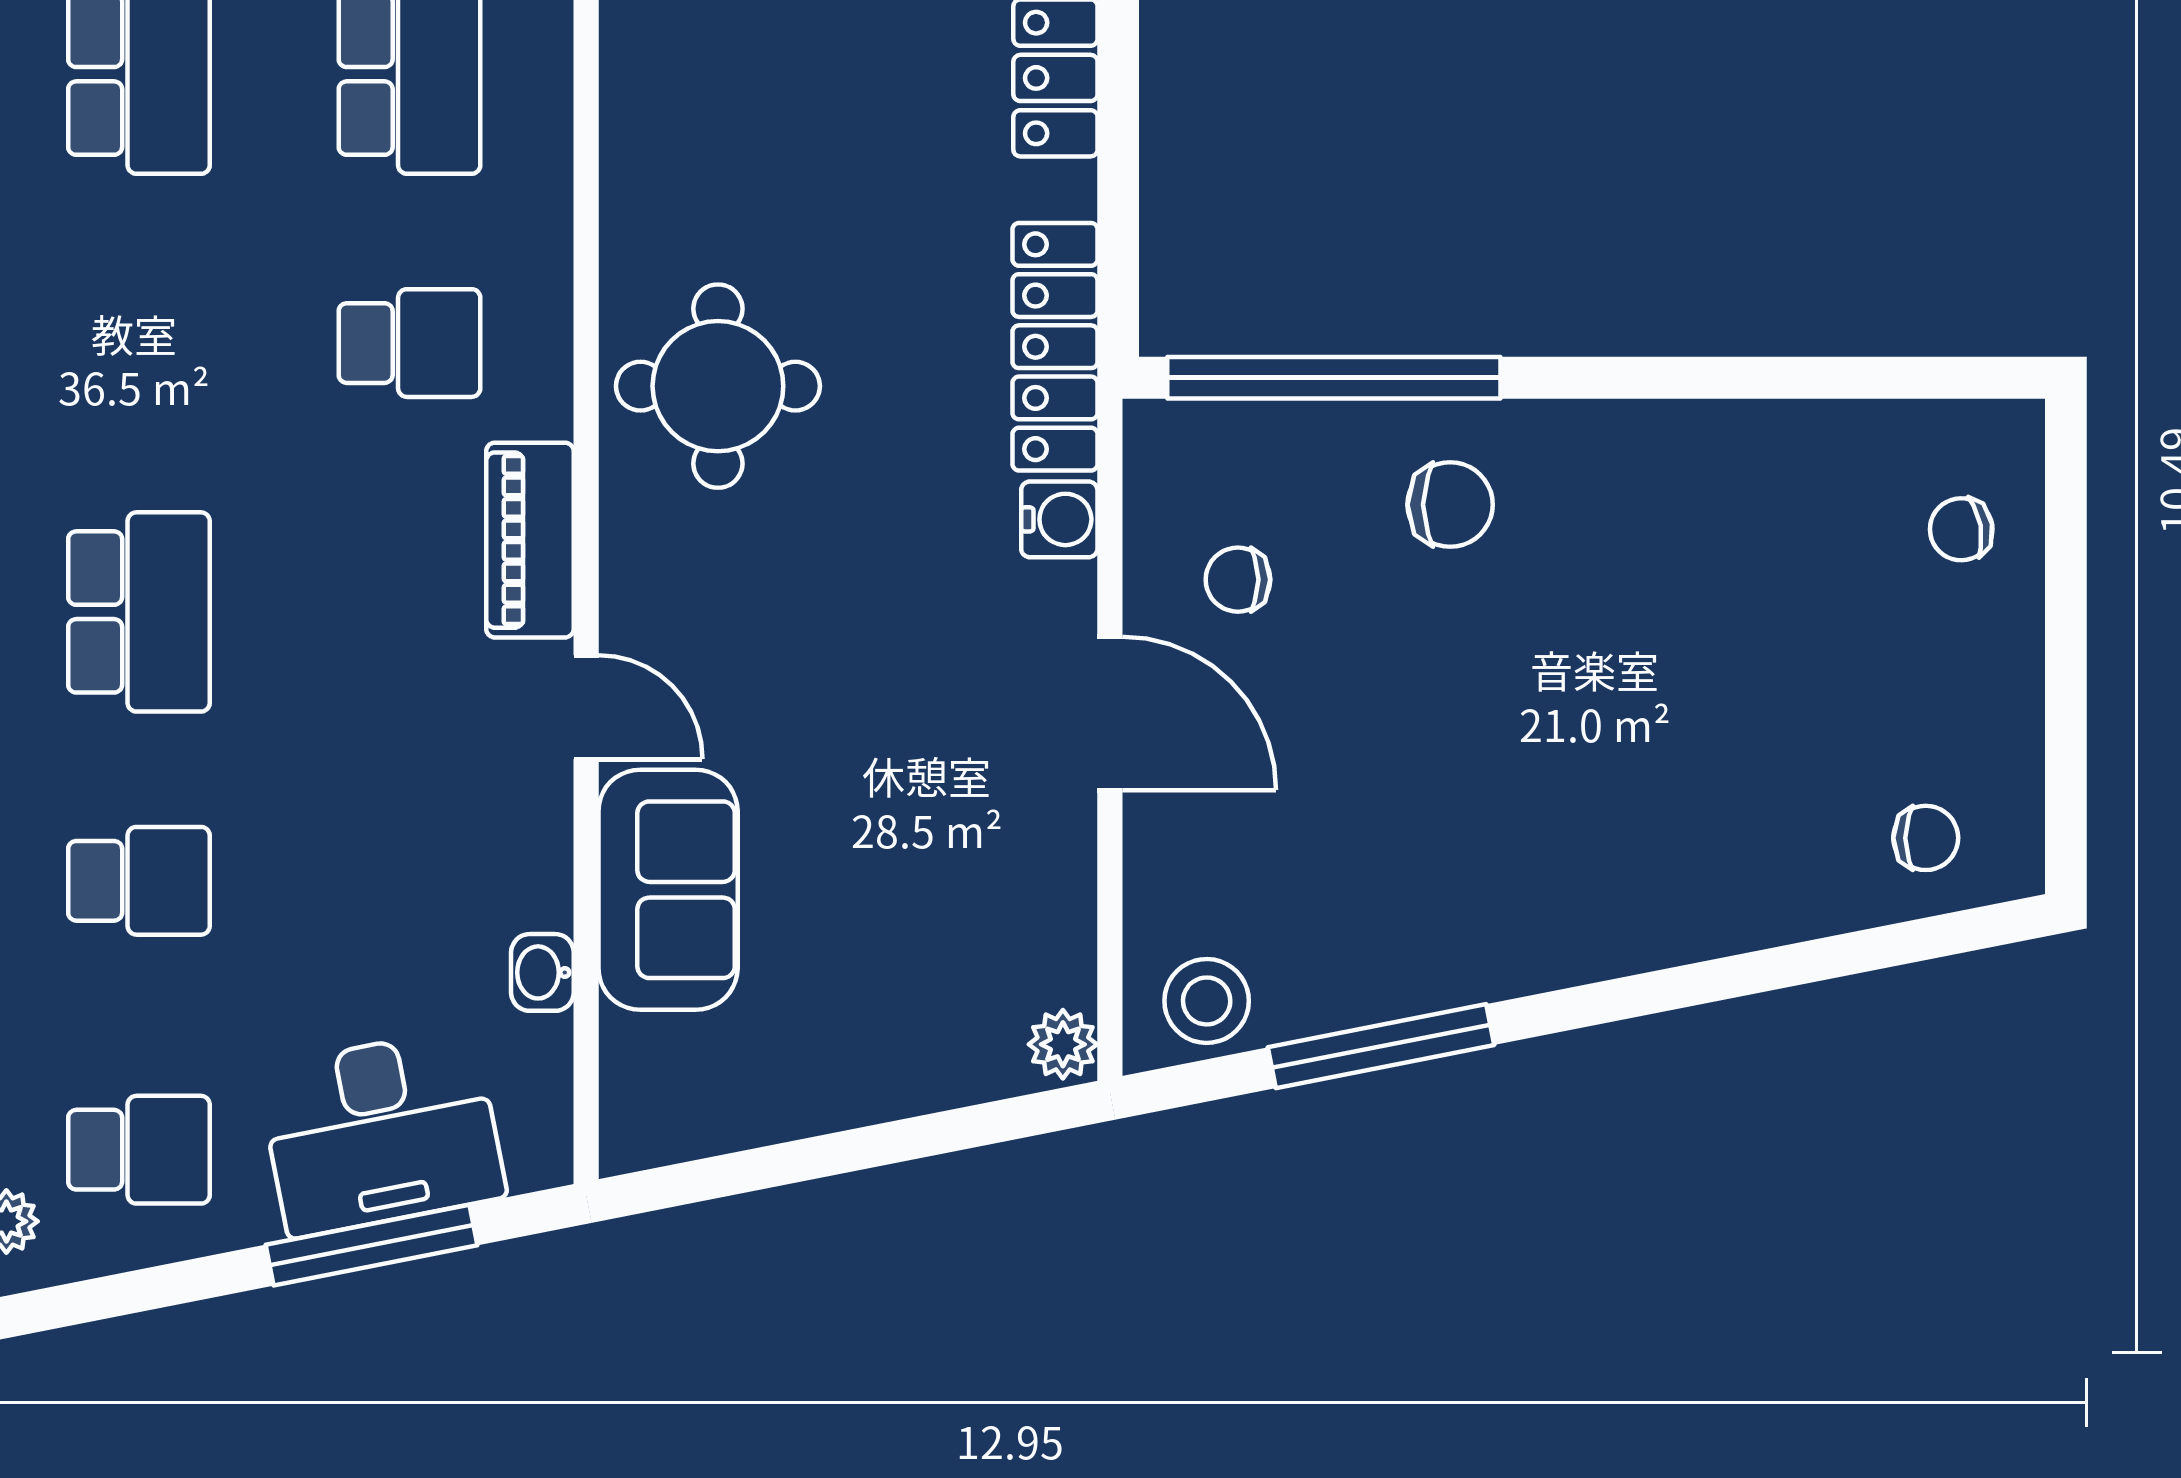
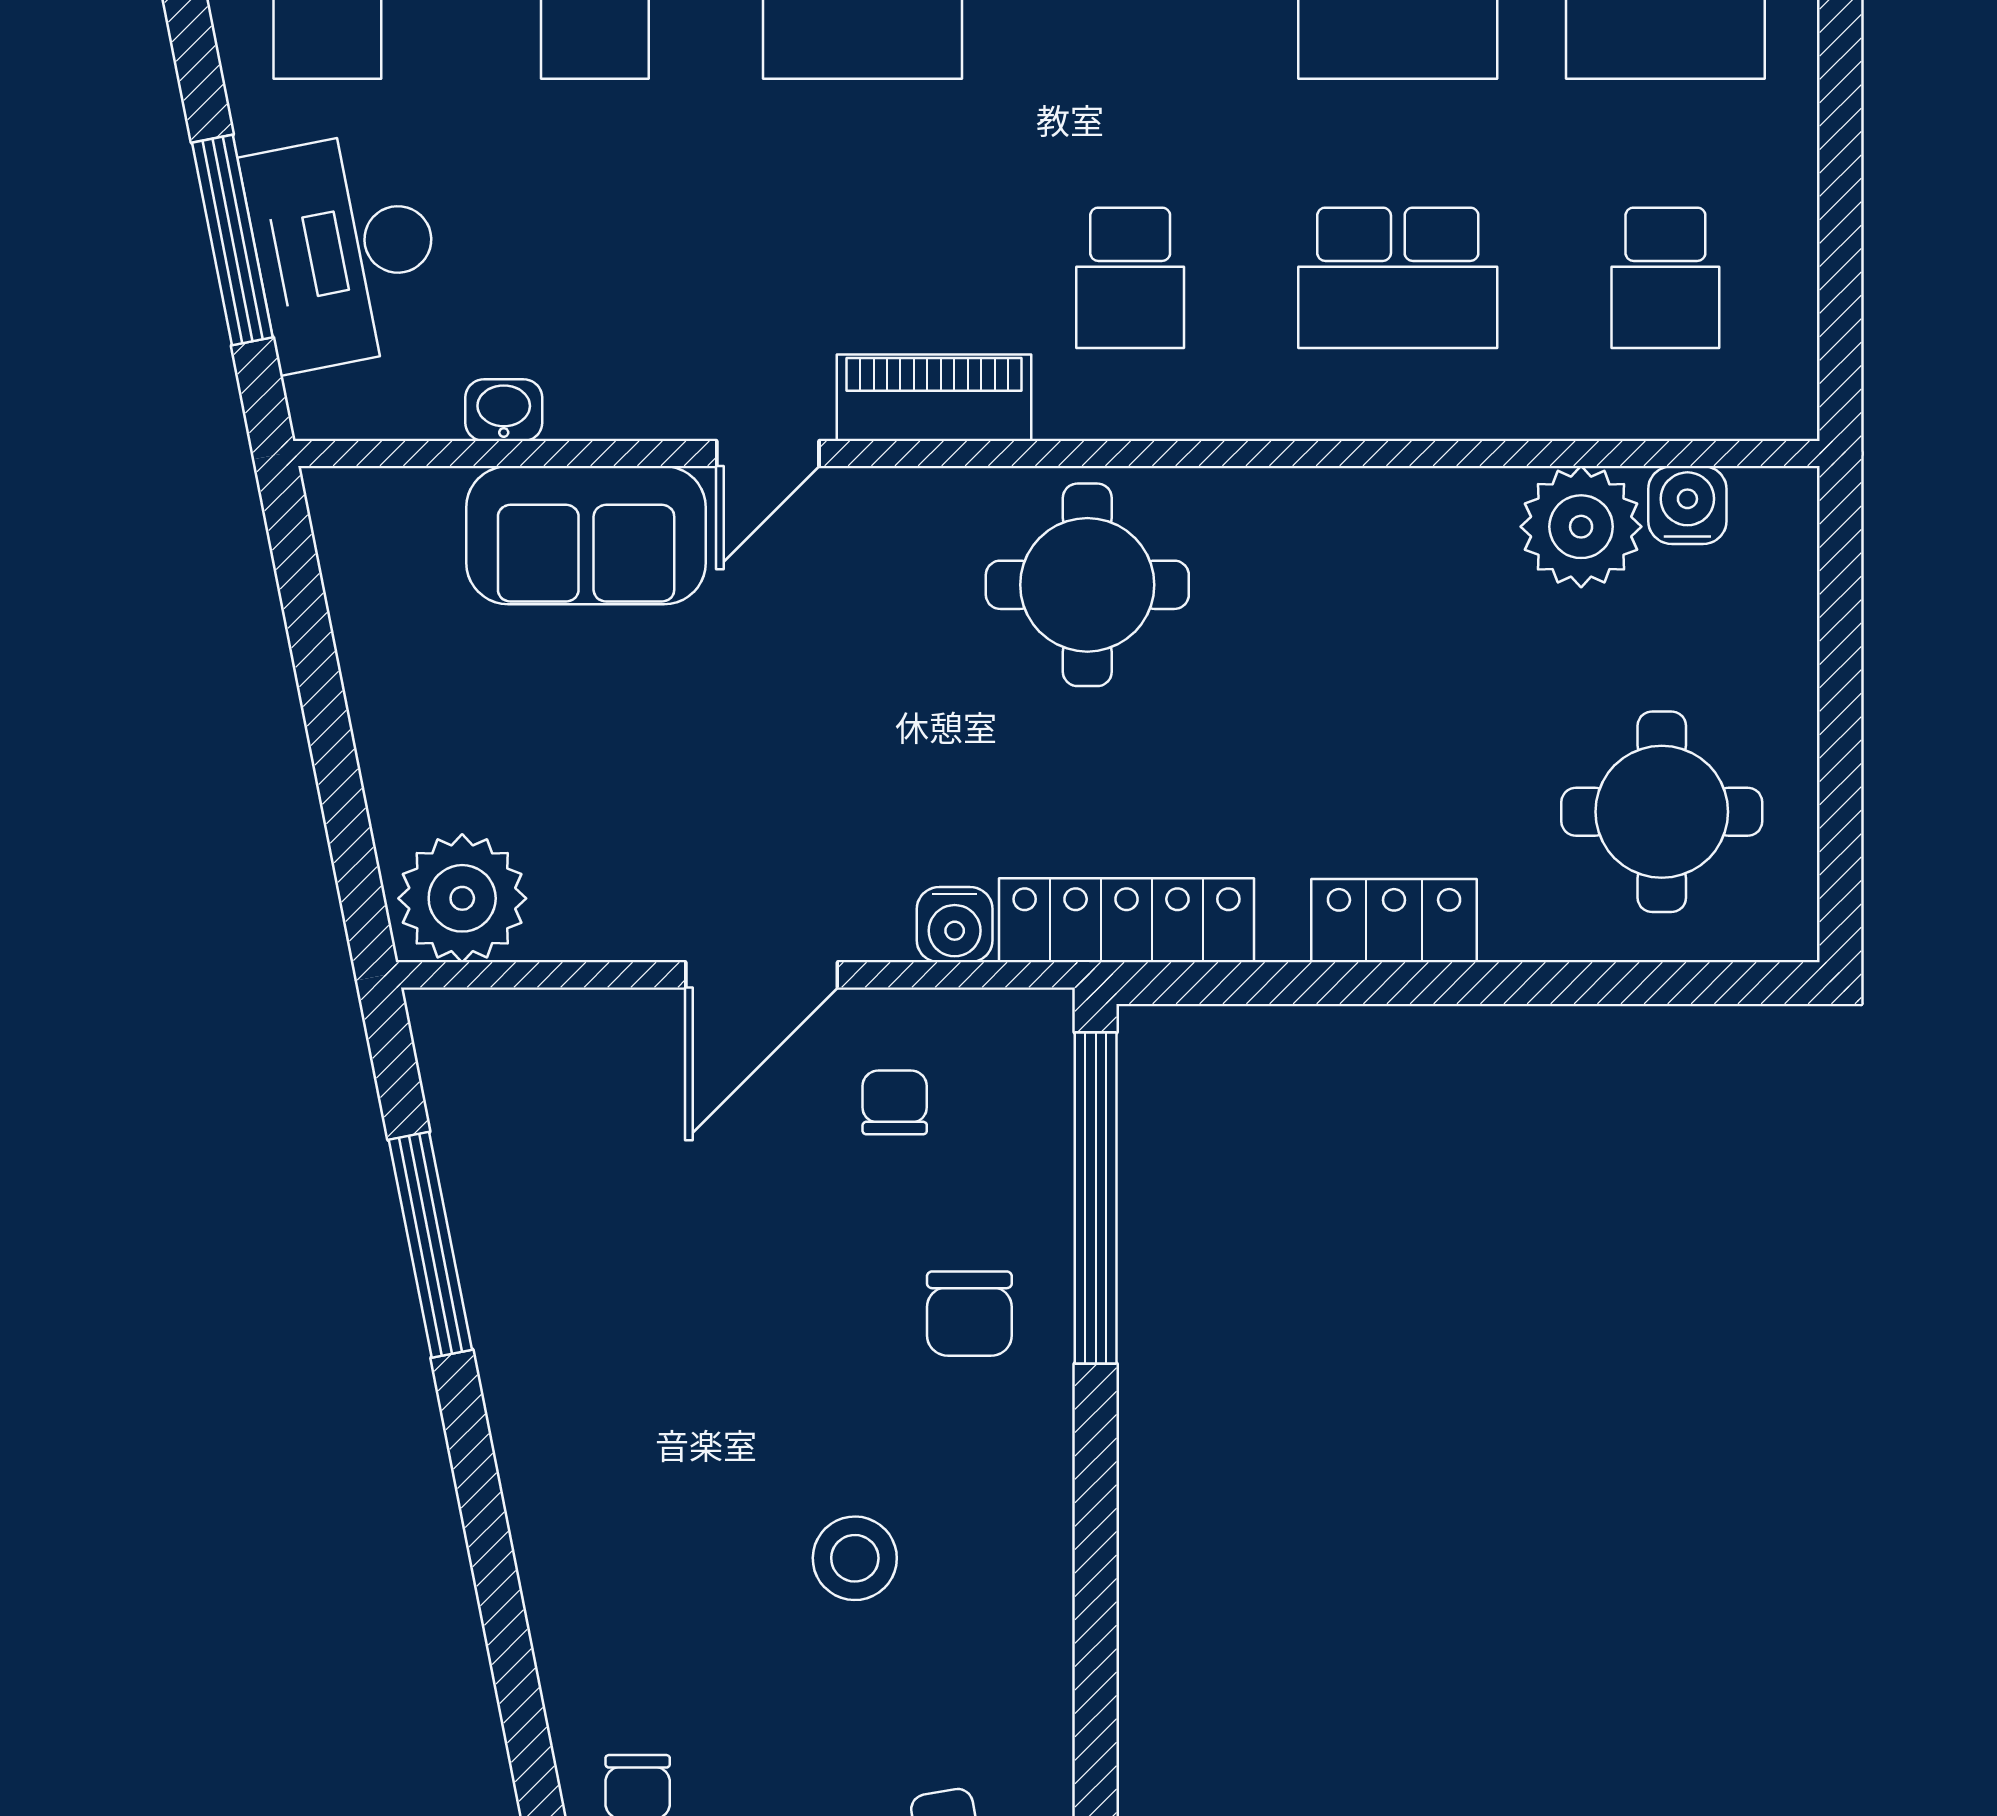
stool: (1207, 1001) -> (855, 1558), moved
plant: (1063, 1044) -> (462, 898), width x1.87, depth x1.87

